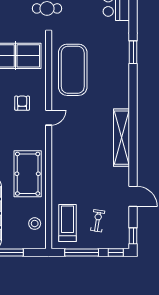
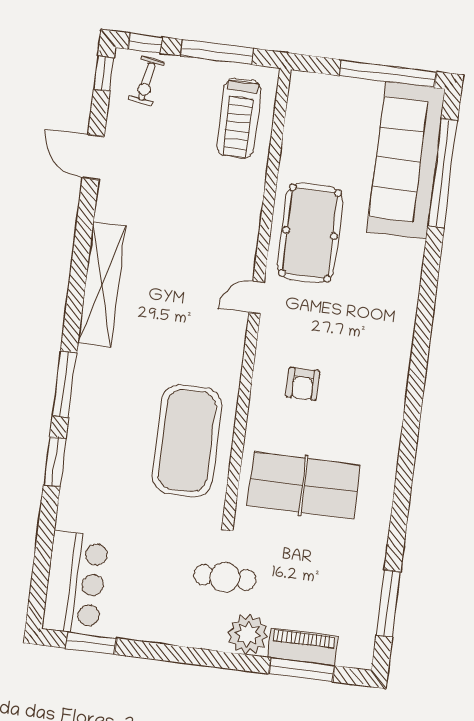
window: (133, 89) -> (65, 384), added
door: (49, 118) -> (257, 297), moved
exercise bike: (98, 221) -> (147, 81), moved
stool: (35, 224) -> (308, 126), removed

